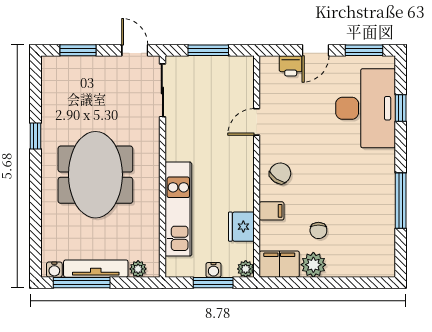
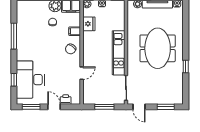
door: (316, 50) -> (54, 107), hinge flipped
kitchen unit: (178, 209) -> (119, 53), moved

